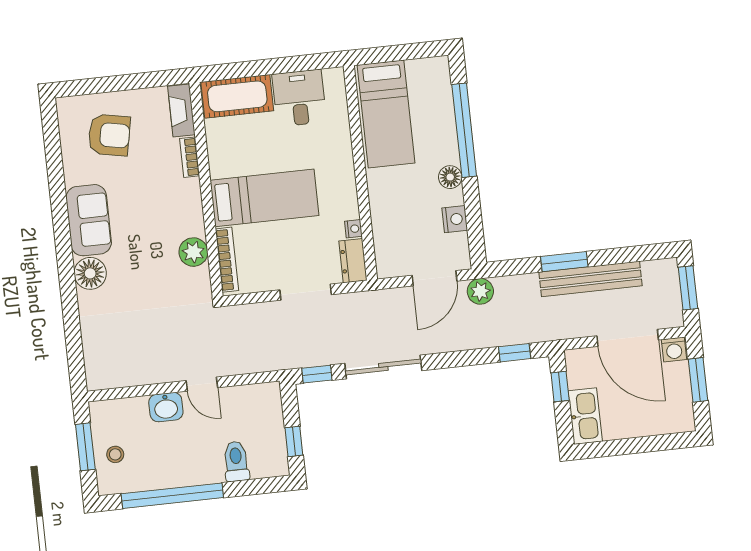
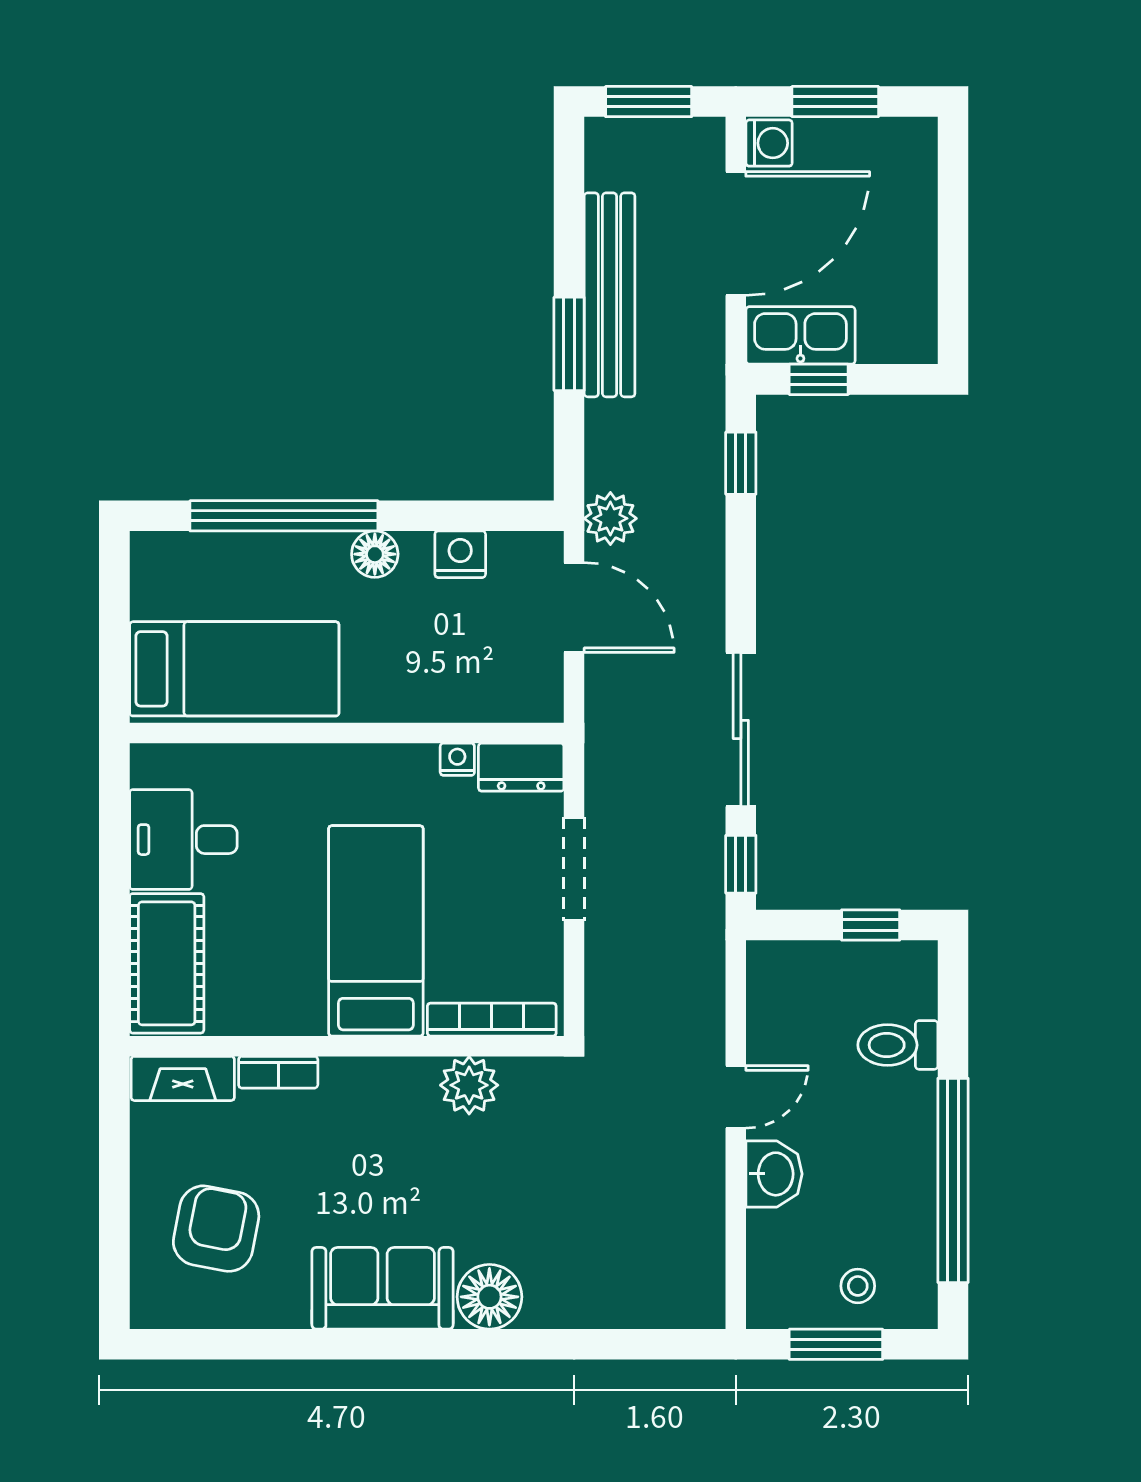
kitchen sink: (585, 416) -> (800, 335), moved

